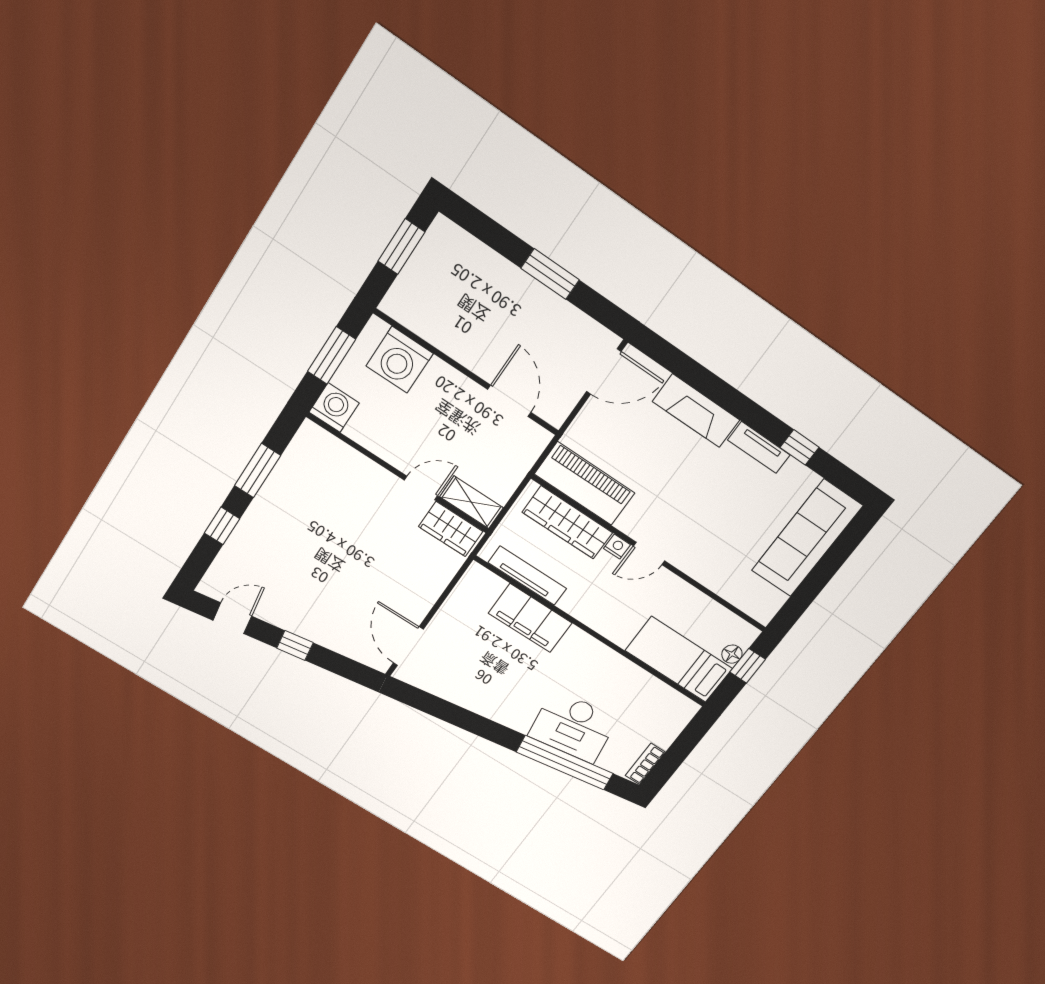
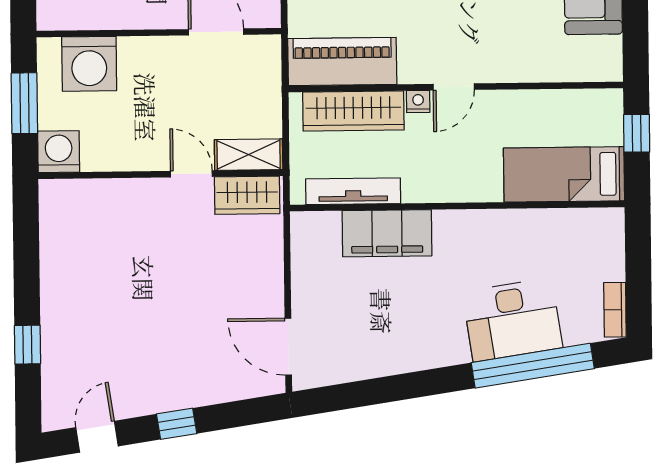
window: (258, 471) -> (26, 264), removed
door: (421, 488) -> (191, 174), hinge flipped
floor lamp: (732, 654) -> (612, 132), removed

